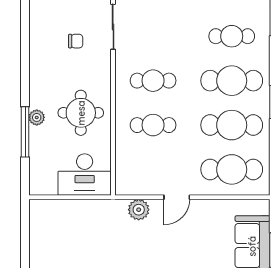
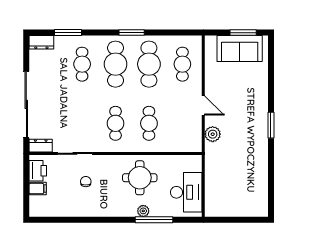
cafe table: (232, 169) -> (182, 64), width x0.73, depth x0.74
desk: (85, 175) -> (186, 192), moved

